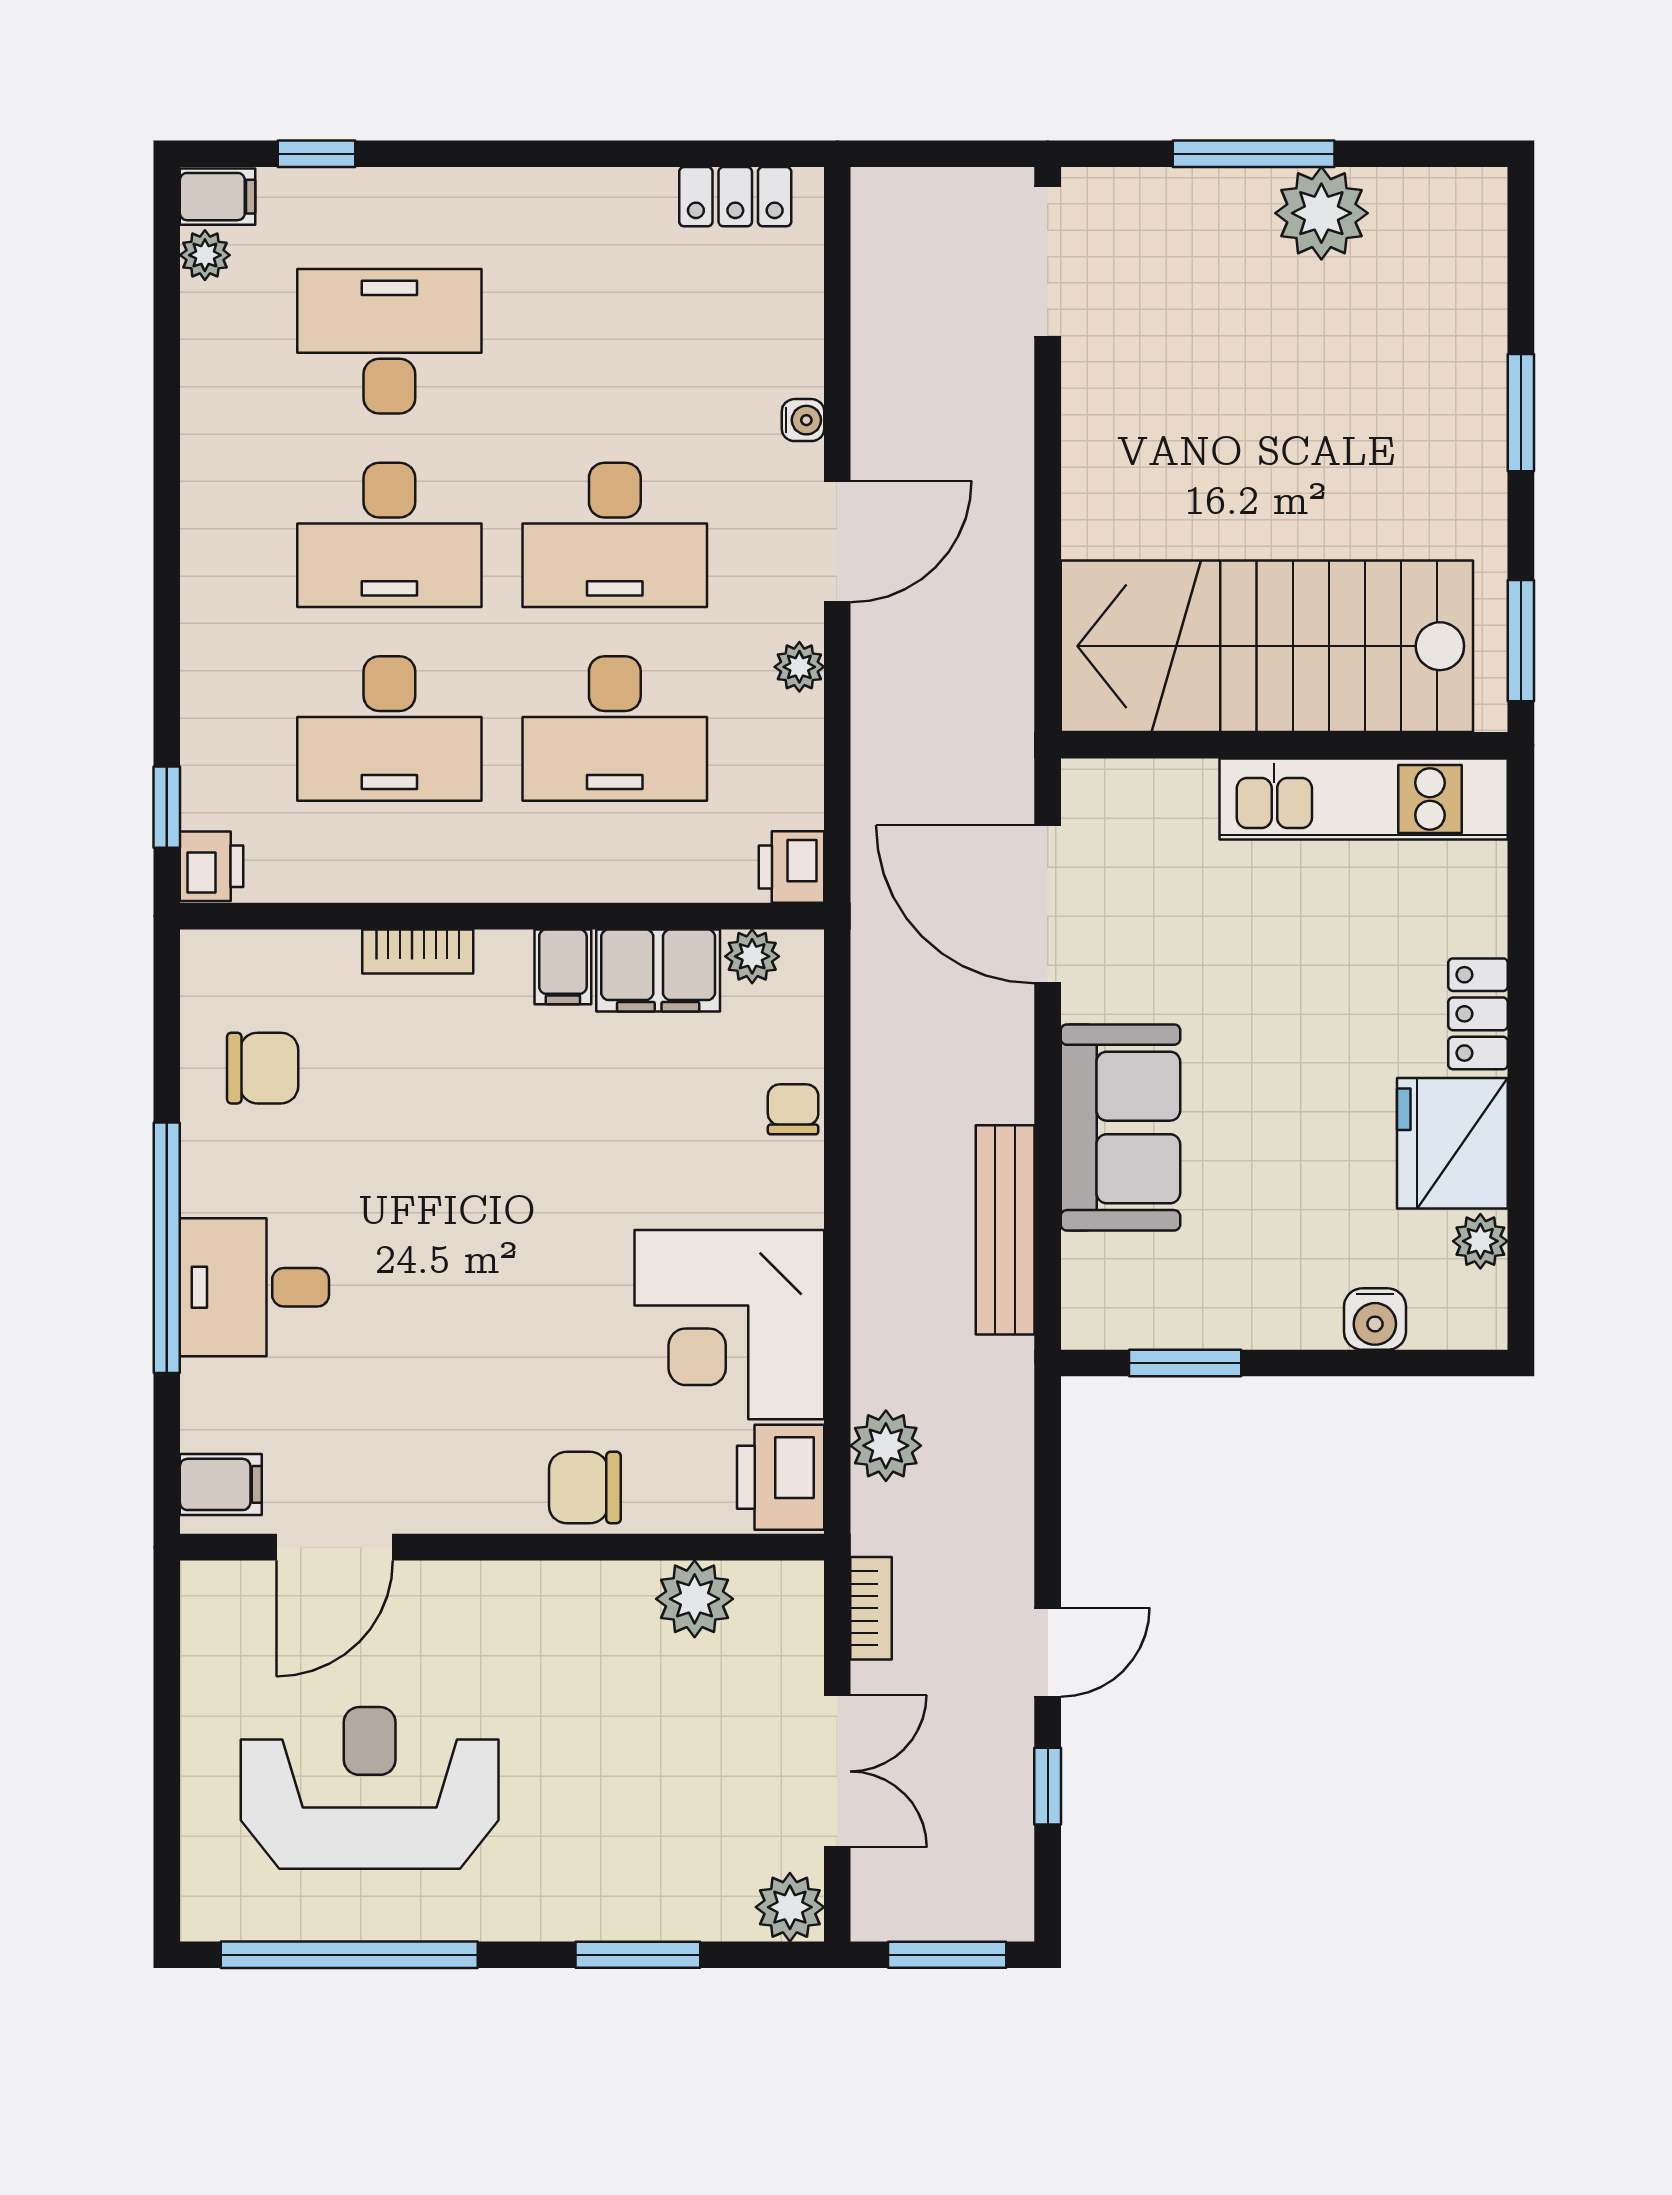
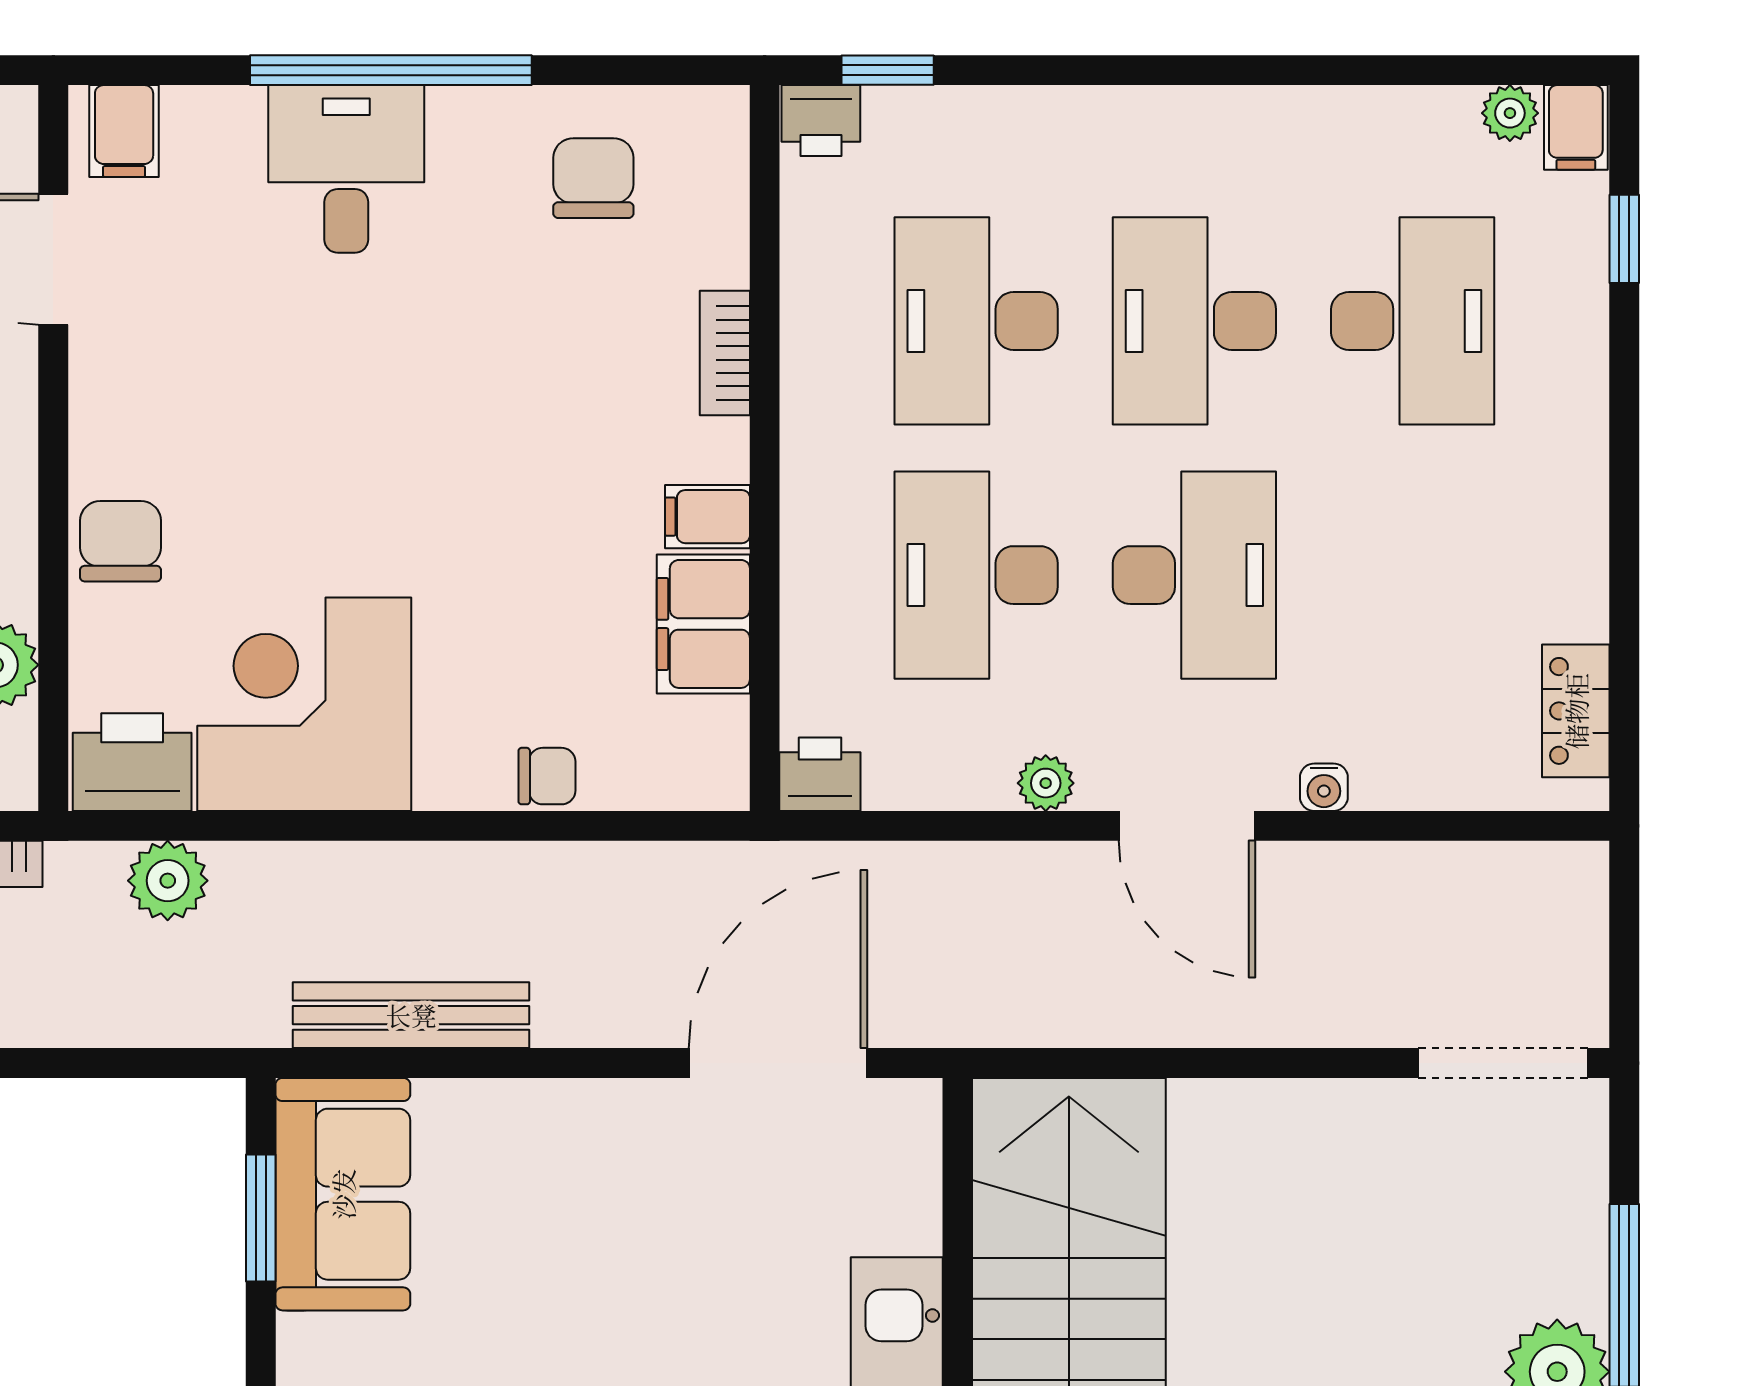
desk: (615, 535) -> (1194, 575), turned 180
plant: (752, 956) -> (719, 730), removed
chair: (263, 1068) -> (593, 178), turned 180
sofa: (1120, 1127) -> (343, 1194), moved, turned -90

